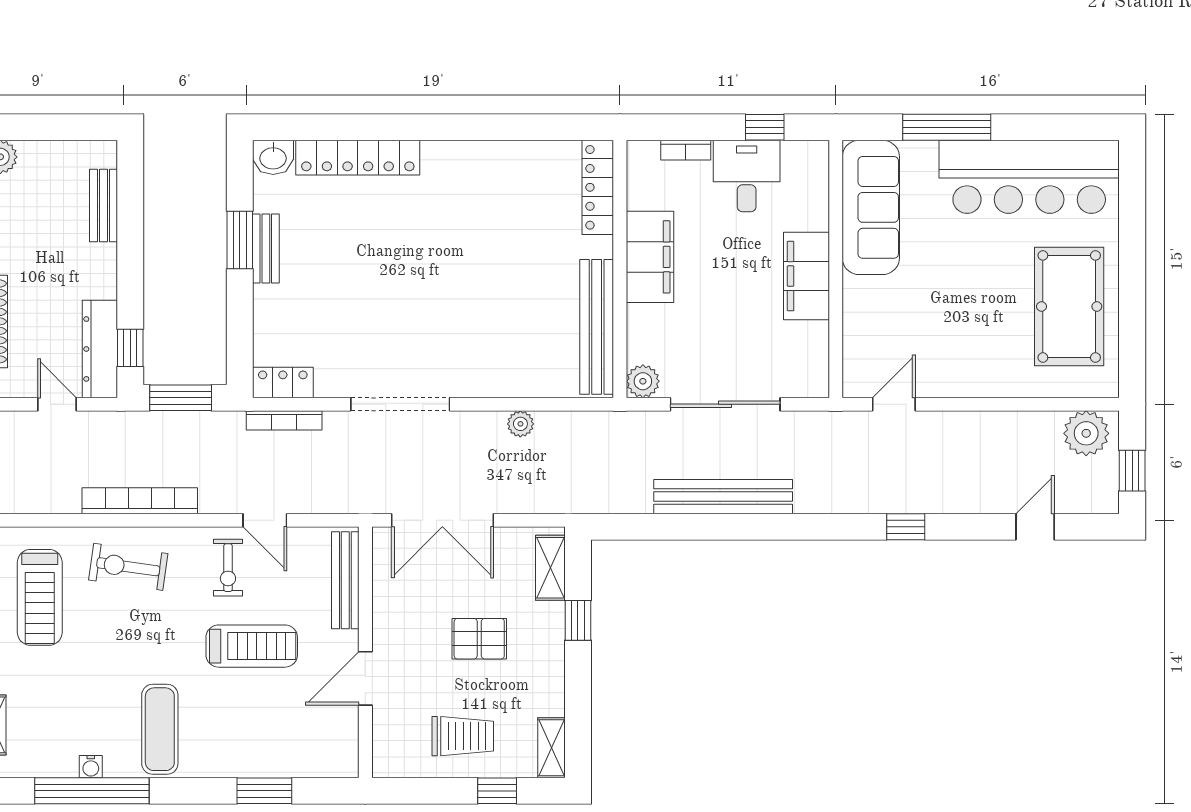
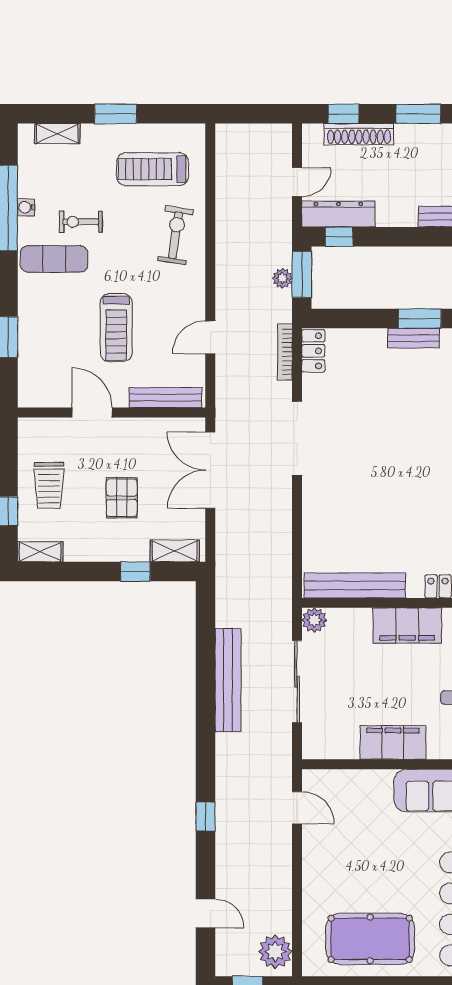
plant: (520, 424) -> (282, 278), moved
bookcase: (140, 501) -> (225, 244), removed
exercise bike: (228, 568) -> (81, 222), moved

